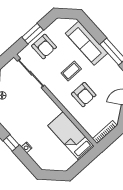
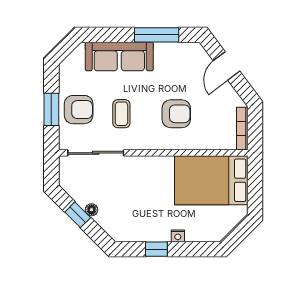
coffee table: (71, 71) -> (121, 114), moved
bed: (71, 136) -> (211, 180), width x1.50

